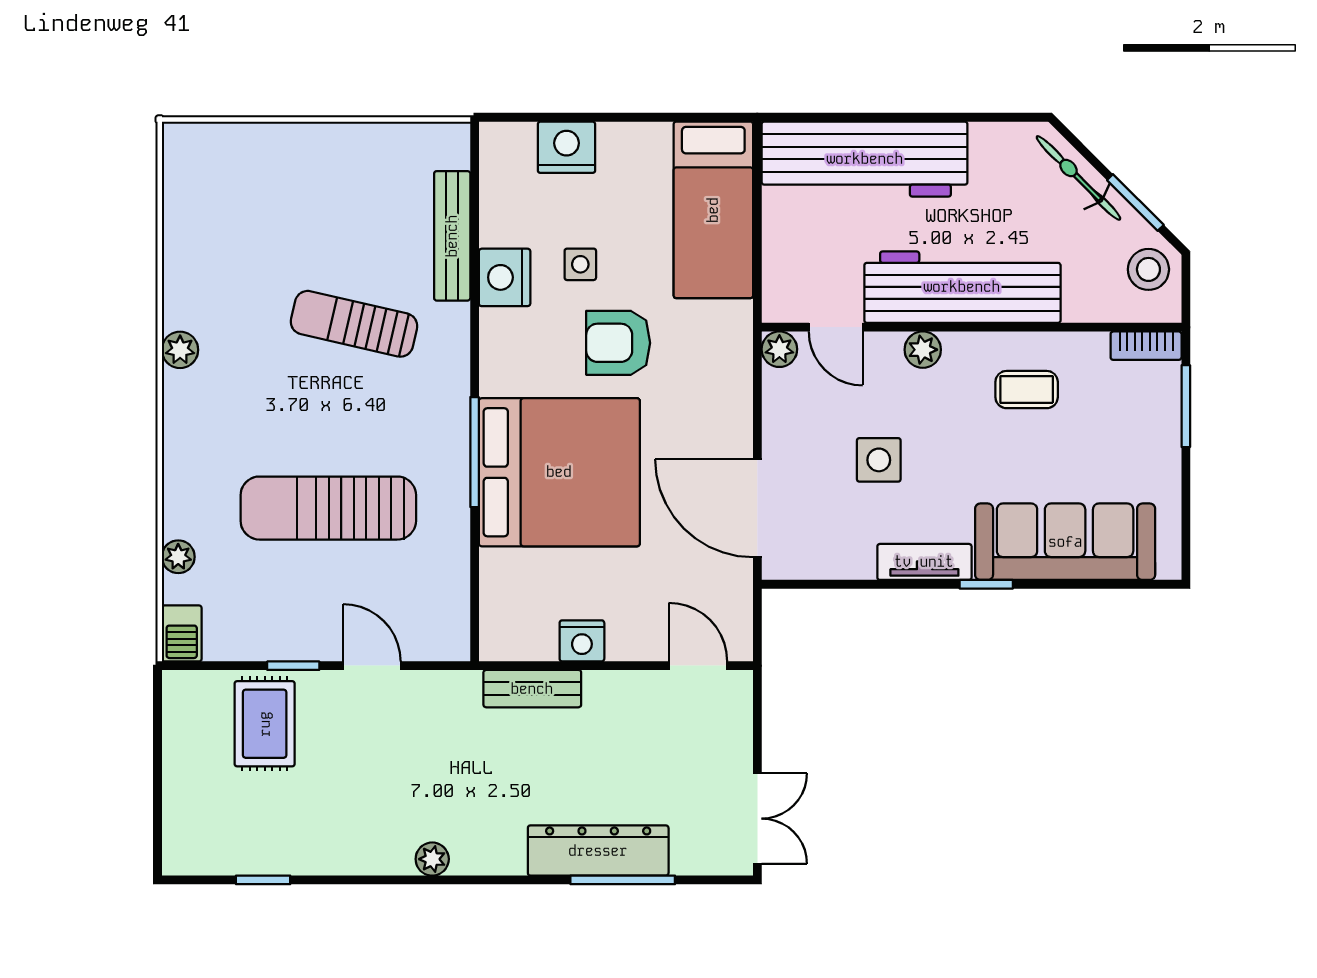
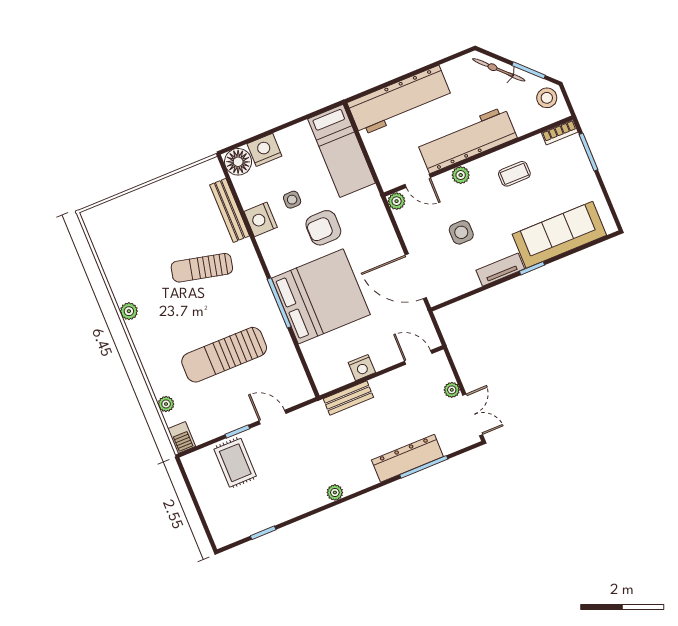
floor lamp: (507, 149) -> (238, 162), added
plant: (737, 754) -> (452, 390), added

